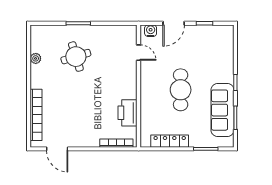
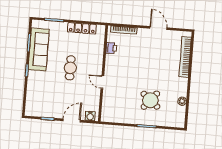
door: (139, 53) -> (102, 82), moved
round table: (76, 57) -> (150, 100), turned -33
cafe table: (181, 90) -> (70, 68), width x0.73, depth x0.74
printer: (128, 113) -> (111, 48), width x0.53, depth x0.68
door: (57, 149) -> (158, 28), moved

